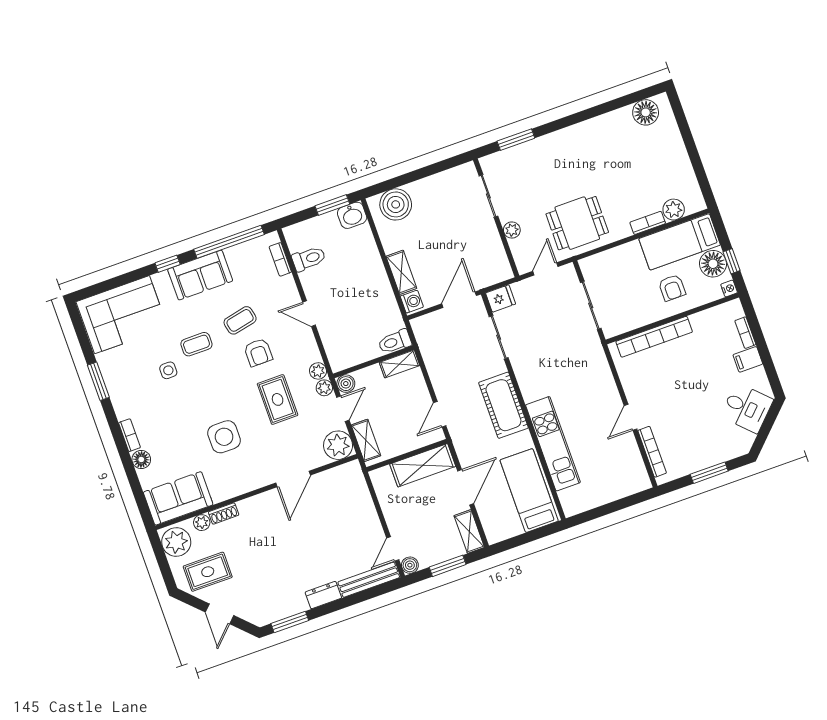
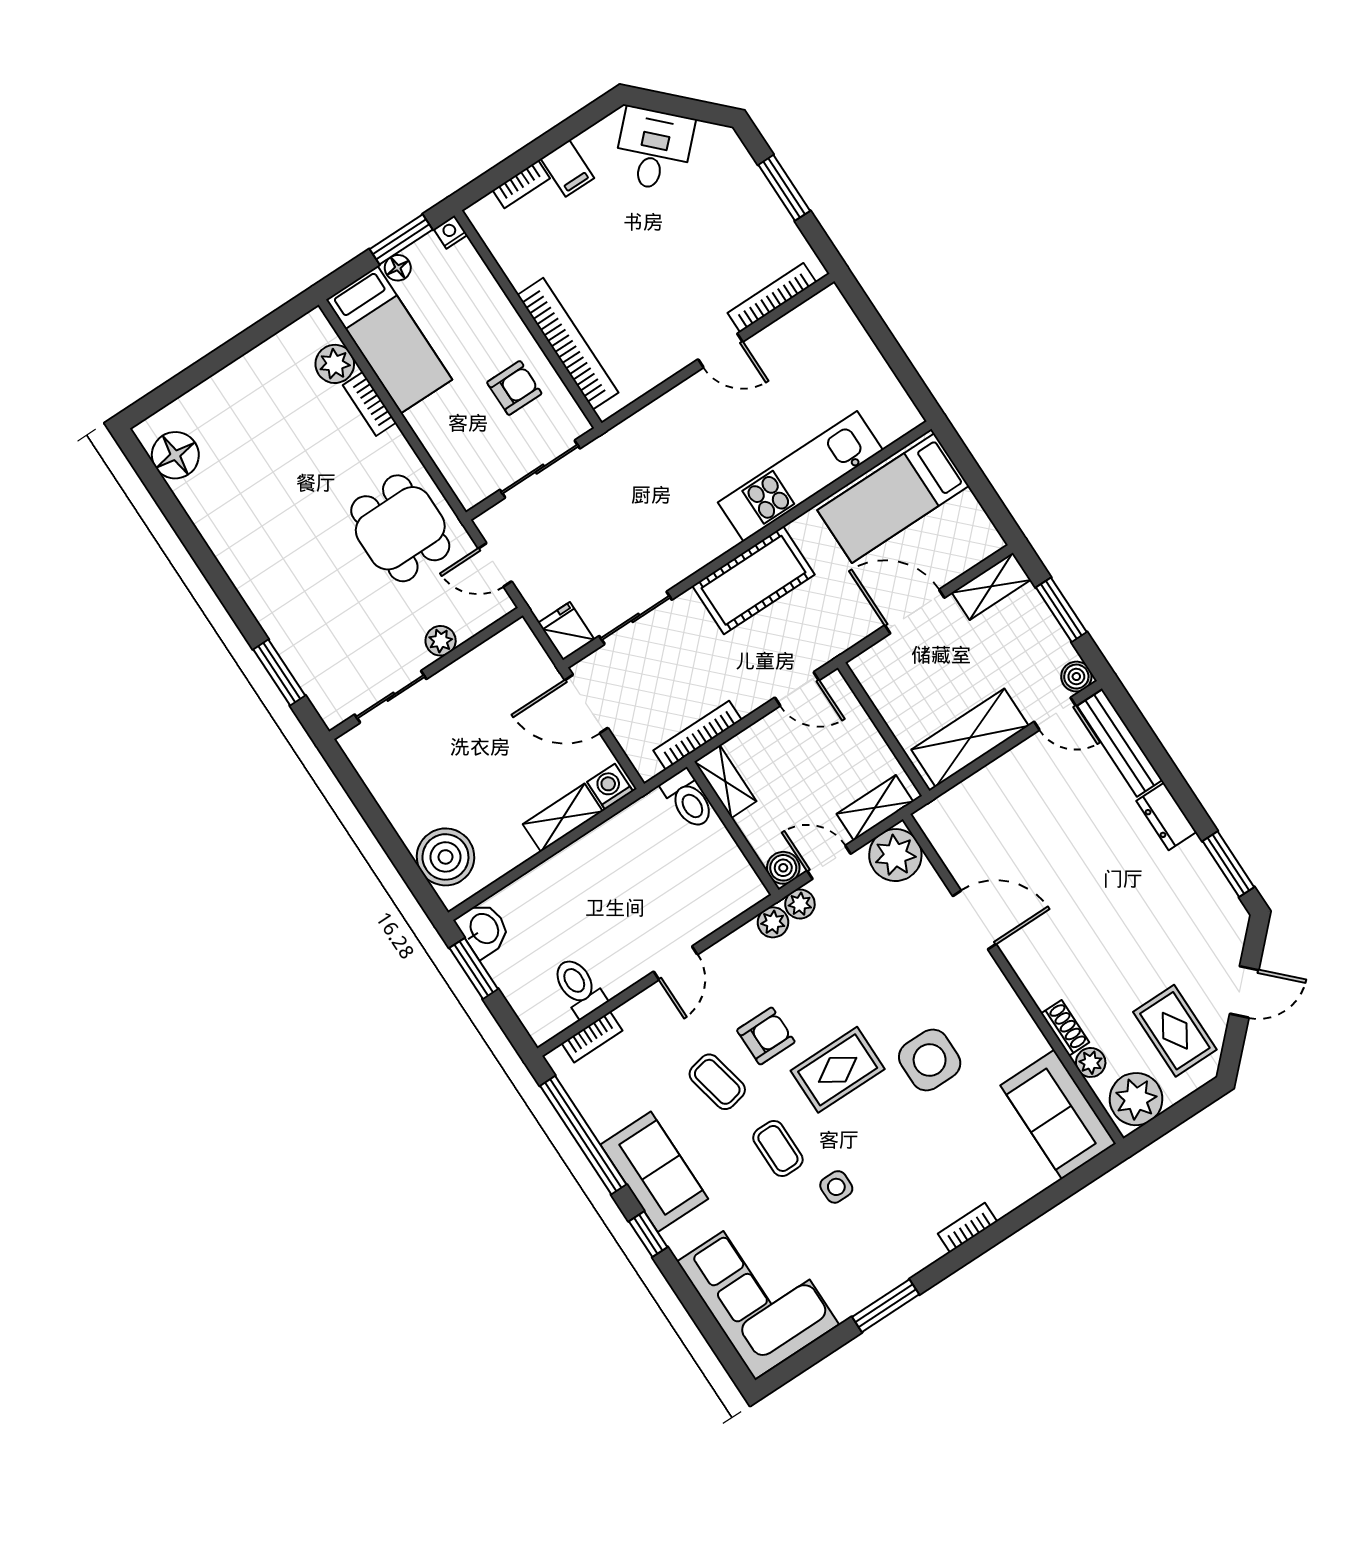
window: (732, 261) -> (401, 239), width x1.50
floor lamp: (713, 264) -> (398, 268), width x0.53, depth x0.53
armchair: (672, 288) -> (514, 388), moved
bookcase: (428, 355) -> (697, 735), added
rug: (278, 399) -> (838, 1070), moved
floor lamp: (141, 459) -> (1005, 1196), removed
shelving: (423, 465) -> (970, 738), moved, turned 90

